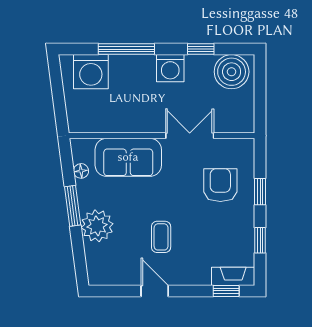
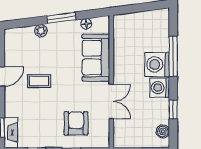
washing machine: (91, 72) -> (157, 64), moved
boiler: (232, 72) -> (163, 131), width x0.54, depth x0.54
armchair: (220, 185) -> (76, 123), turned -90
plant: (97, 226) -> (41, 31), width x0.53, depth x0.53

